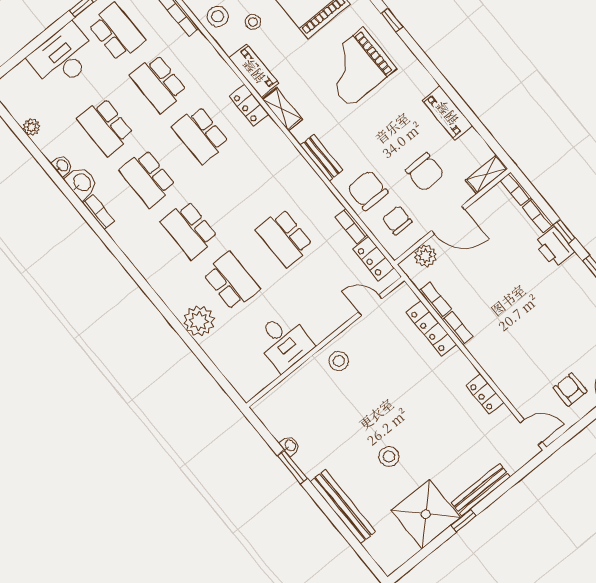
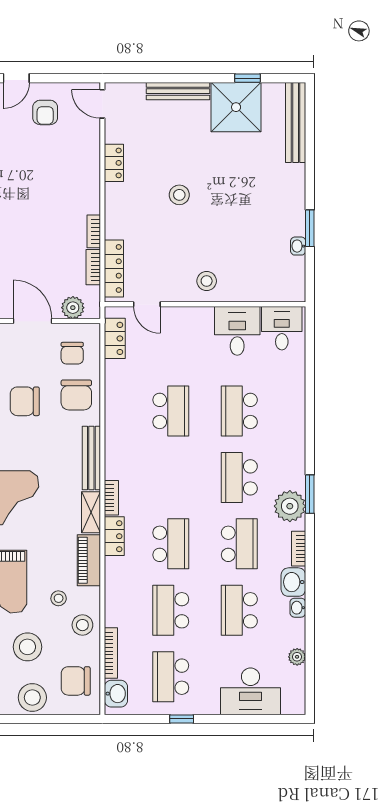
desk: (63, 57) -> (250, 691), moved
school desk: (159, 83) -> (171, 610), turned 180
school desk: (106, 127) -> (239, 610), turned 180
bench: (322, 158) -> (91, 458), width x1.36
chair: (425, 172) -> (25, 401), moved, turned -90
bookcase: (351, 226) -> (111, 498), moved
school desk: (189, 230) -> (239, 477), turned 180
window: (124, 261) -> (310, 494), added
plant: (199, 321) -> (290, 506), moved
locker: (431, 328) -> (114, 268), moved
desk: (251, 372) -> (282, 328), added
stool: (389, 456) -> (179, 195), moved
bench: (343, 507) -> (296, 122), moved
window: (463, 521) -> (247, 78), moved

